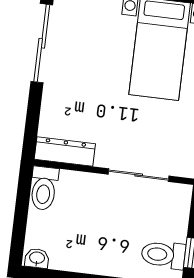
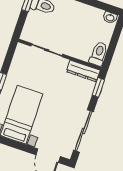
window: (32, 127) -> (98, 87), added

